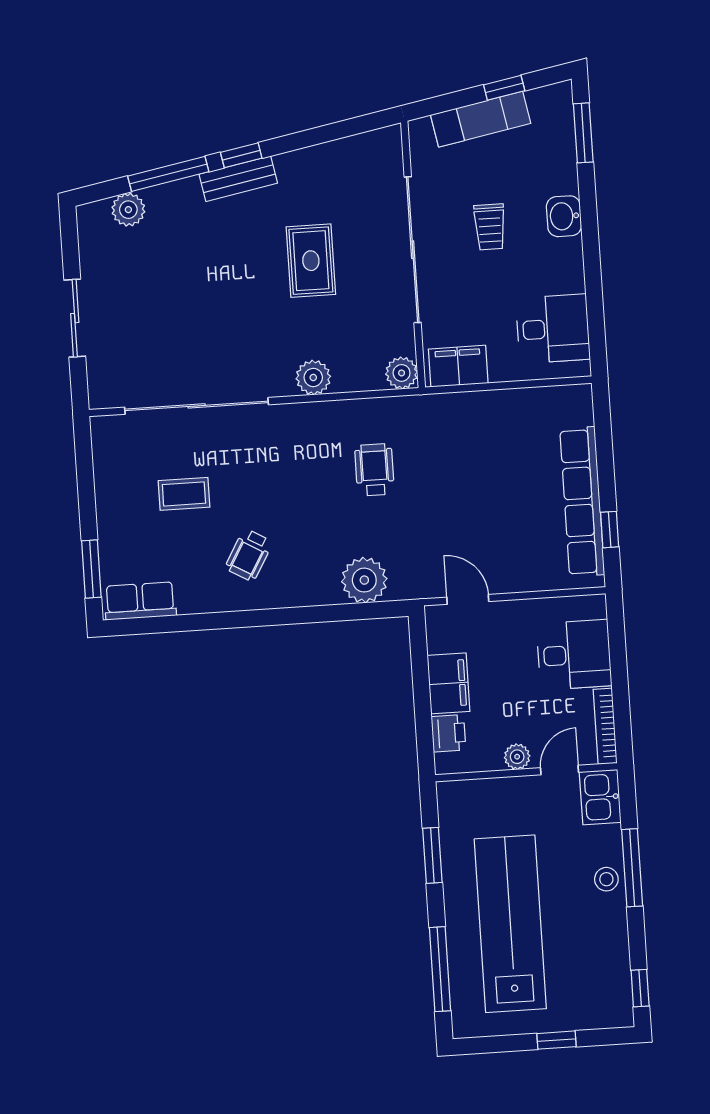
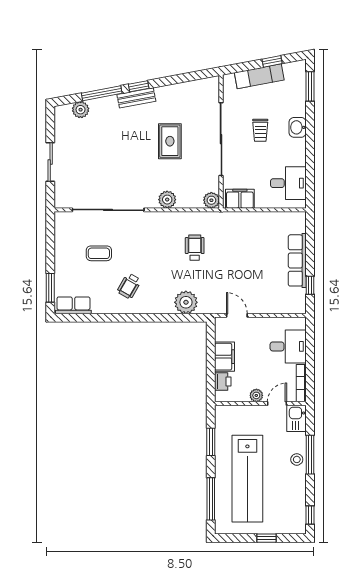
row of seats: (582, 502) -> (297, 260), width x0.73
lab bench: (510, 924) -> (247, 479), turned 180

